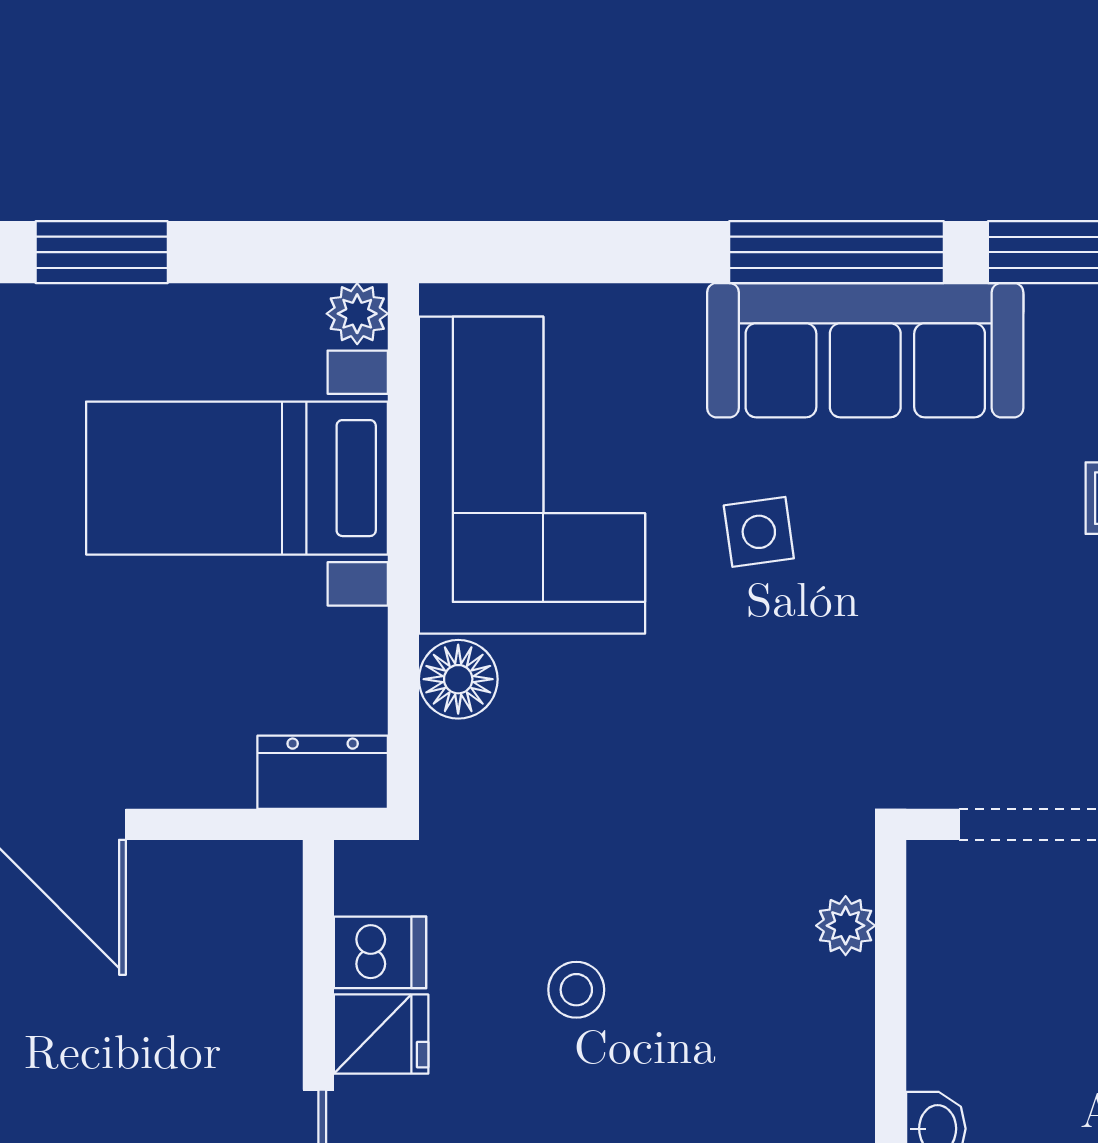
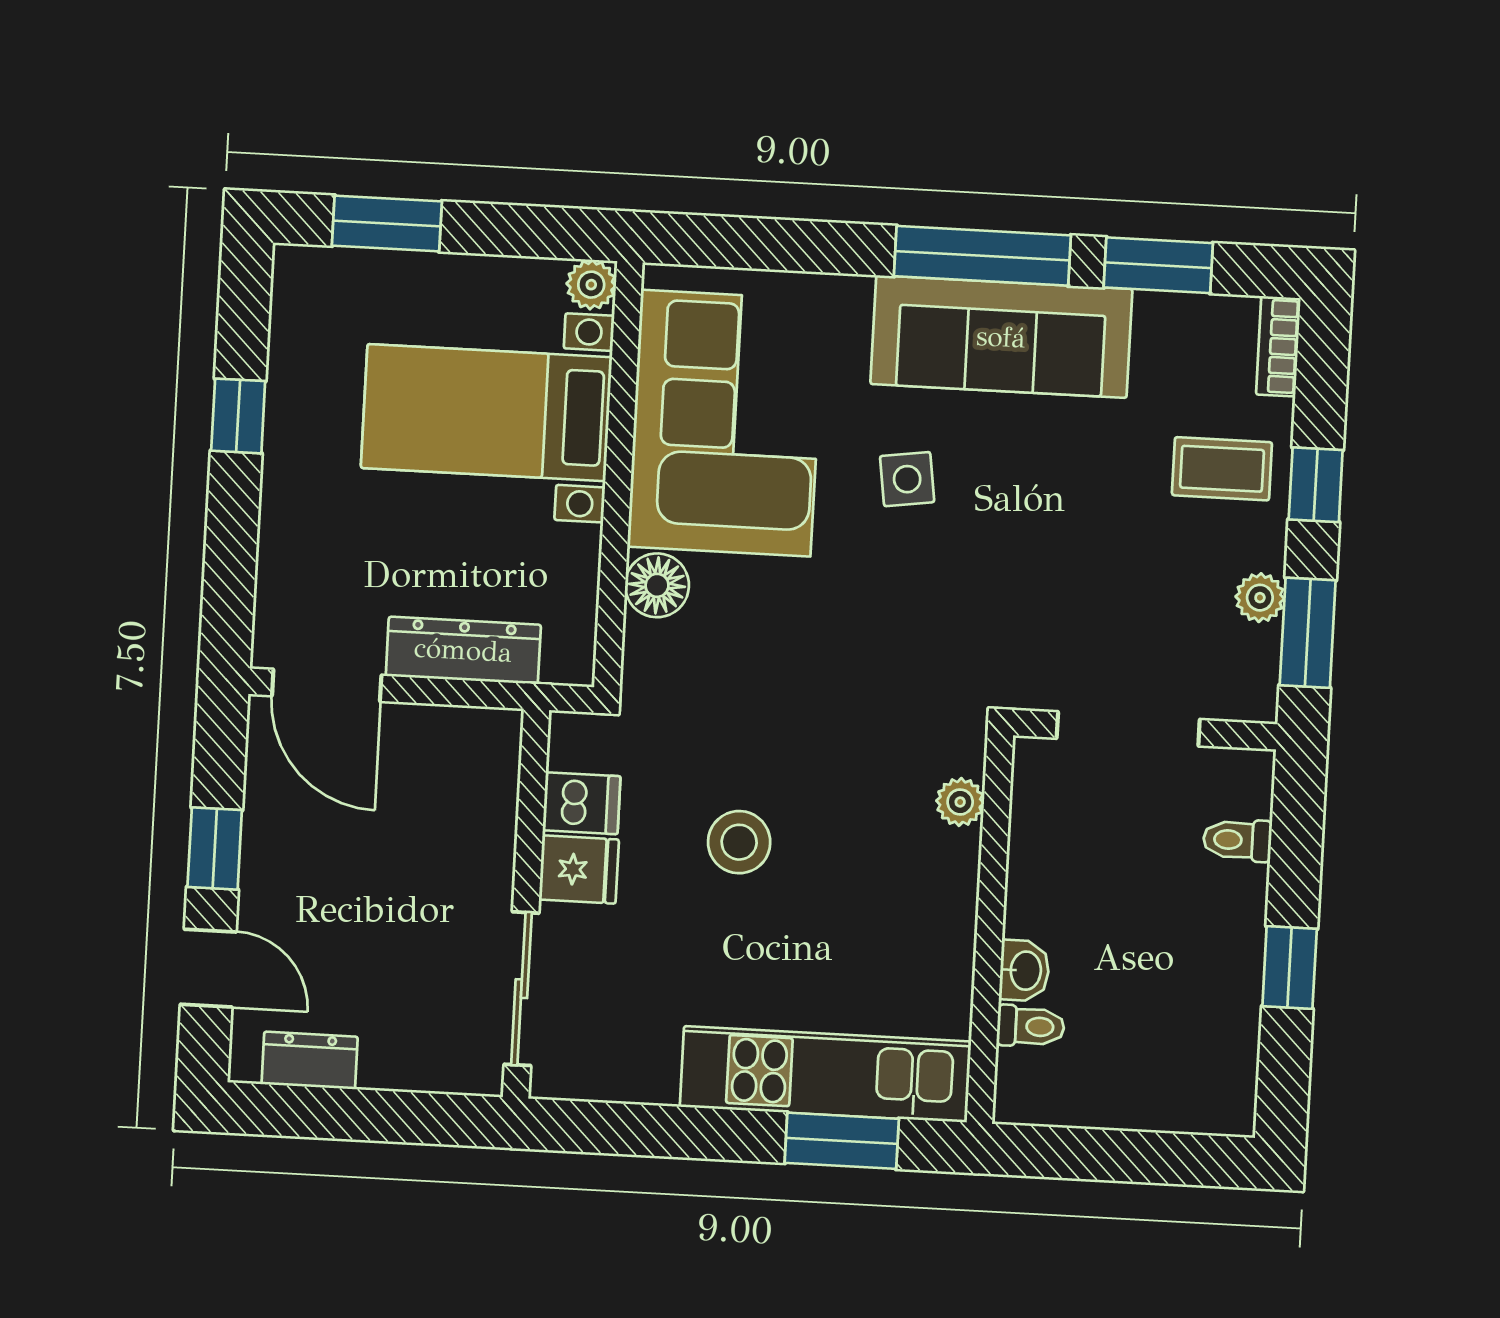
dresser: (323, 772) -> (463, 650), moved, width x1.44
stool: (576, 990) -> (739, 842), width x1.37, depth x1.37

